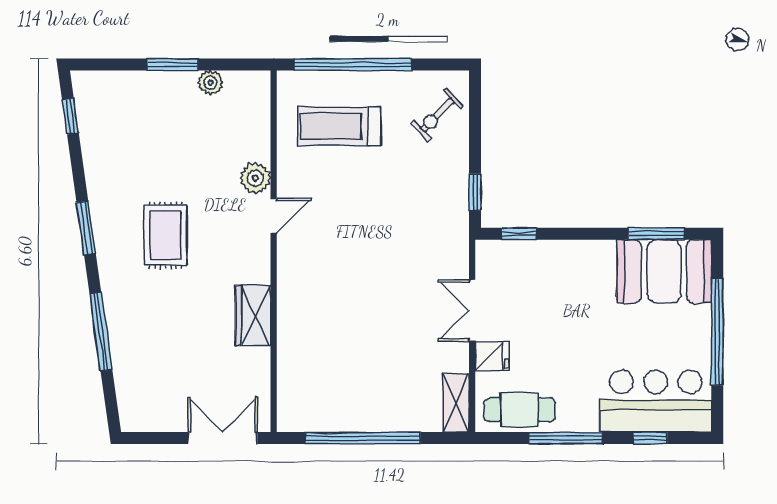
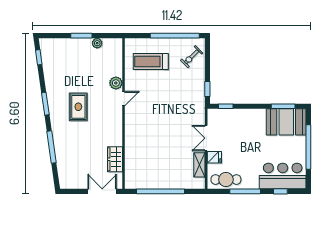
window: (353, 64) -> (175, 36), moved
wardrobe: (253, 315) -> (115, 159), moved
shelving: (456, 403) -> (199, 165), moved

